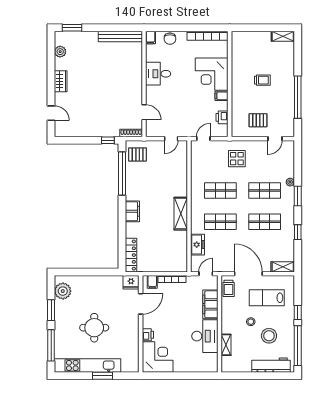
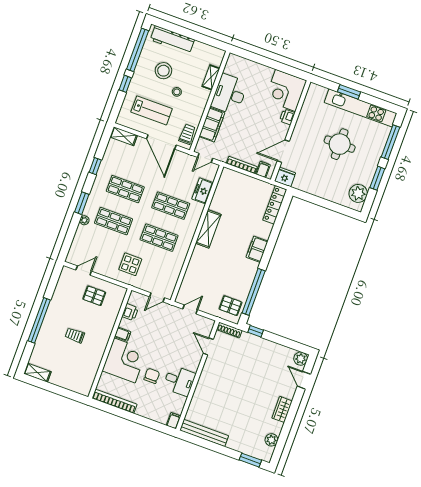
chair: (170, 39) -> (152, 376), moved
window: (298, 97) -> (39, 320), moved
plant: (61, 131) -> (301, 359), added

